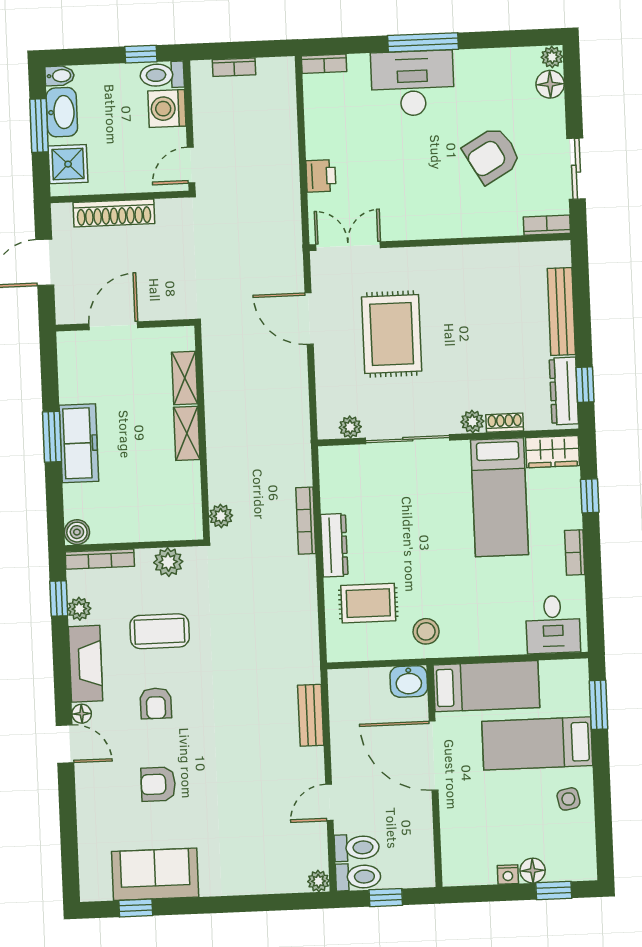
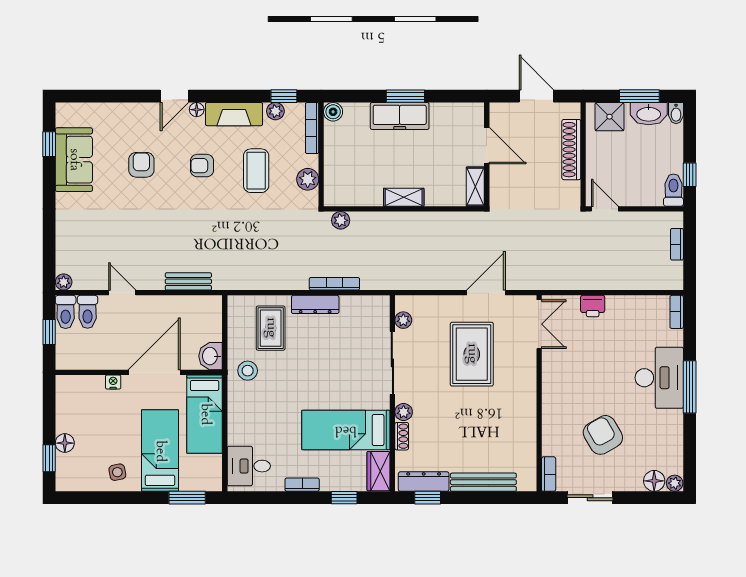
washing machine: (167, 108) -> (648, 193), removed
rug: (392, 334) -> (472, 354), turned 90
shelving: (185, 378) -> (475, 187), moved, turned 90
nightstand: (508, 875) -> (113, 382), moved, turned 90

